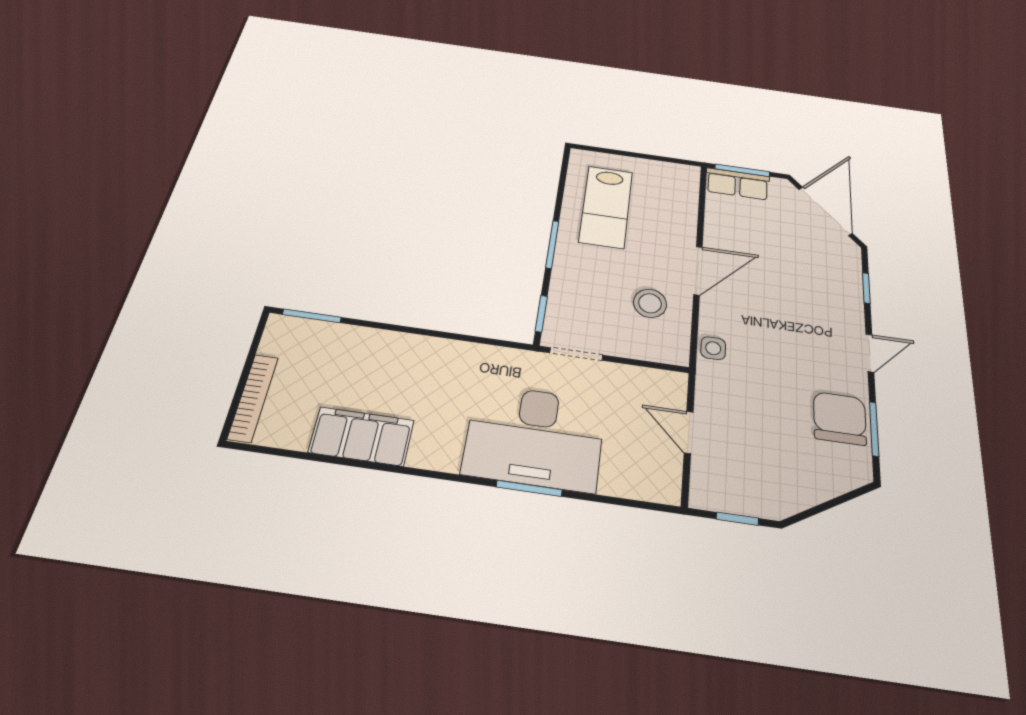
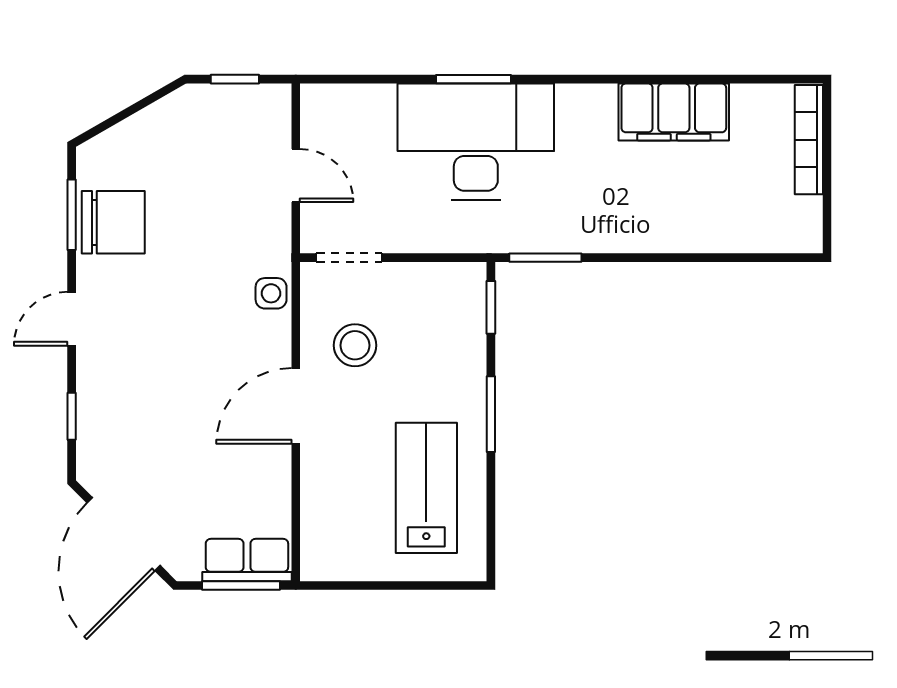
window: (312, 316) -> (545, 258), moved
doorway: (576, 354) -> (349, 258), moved
chair: (840, 418) -> (113, 222), turned -90

